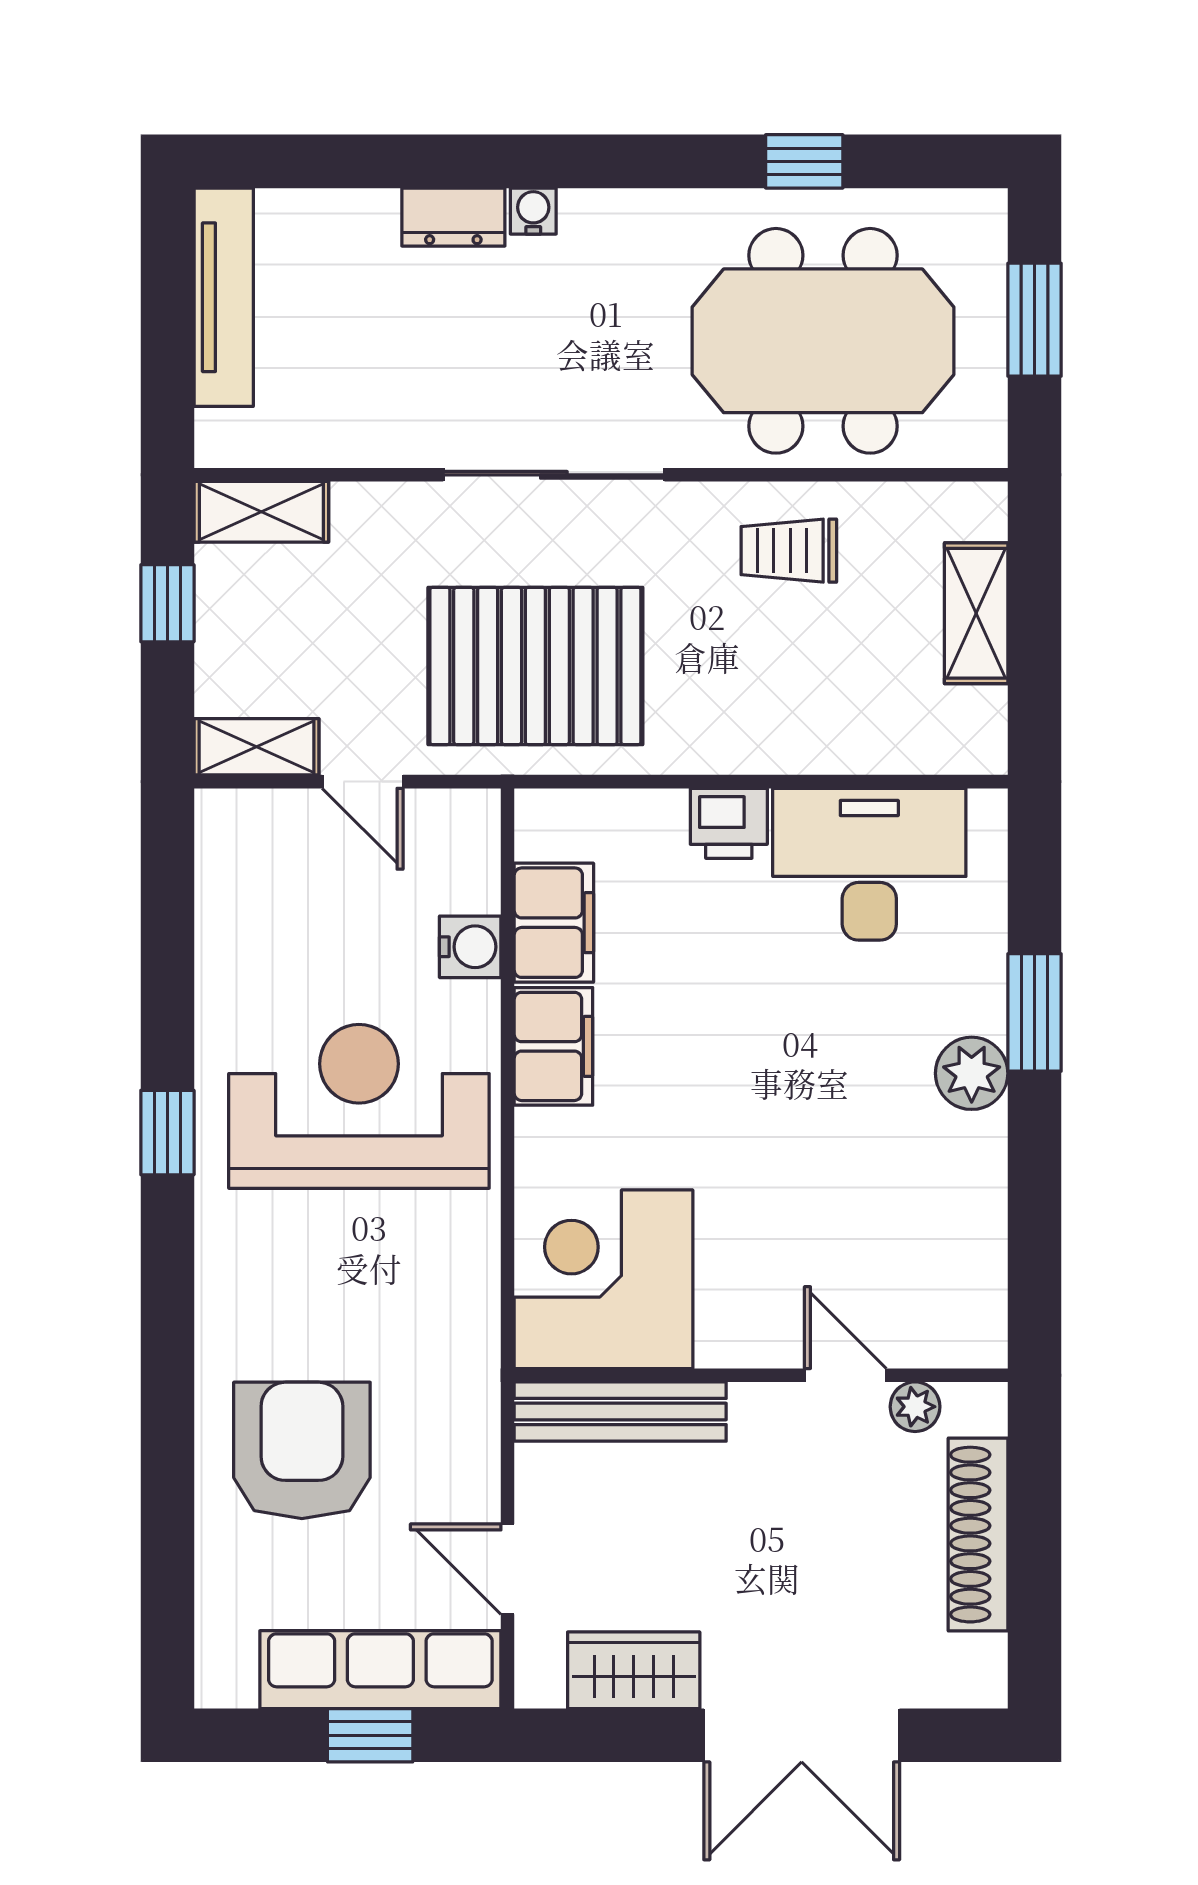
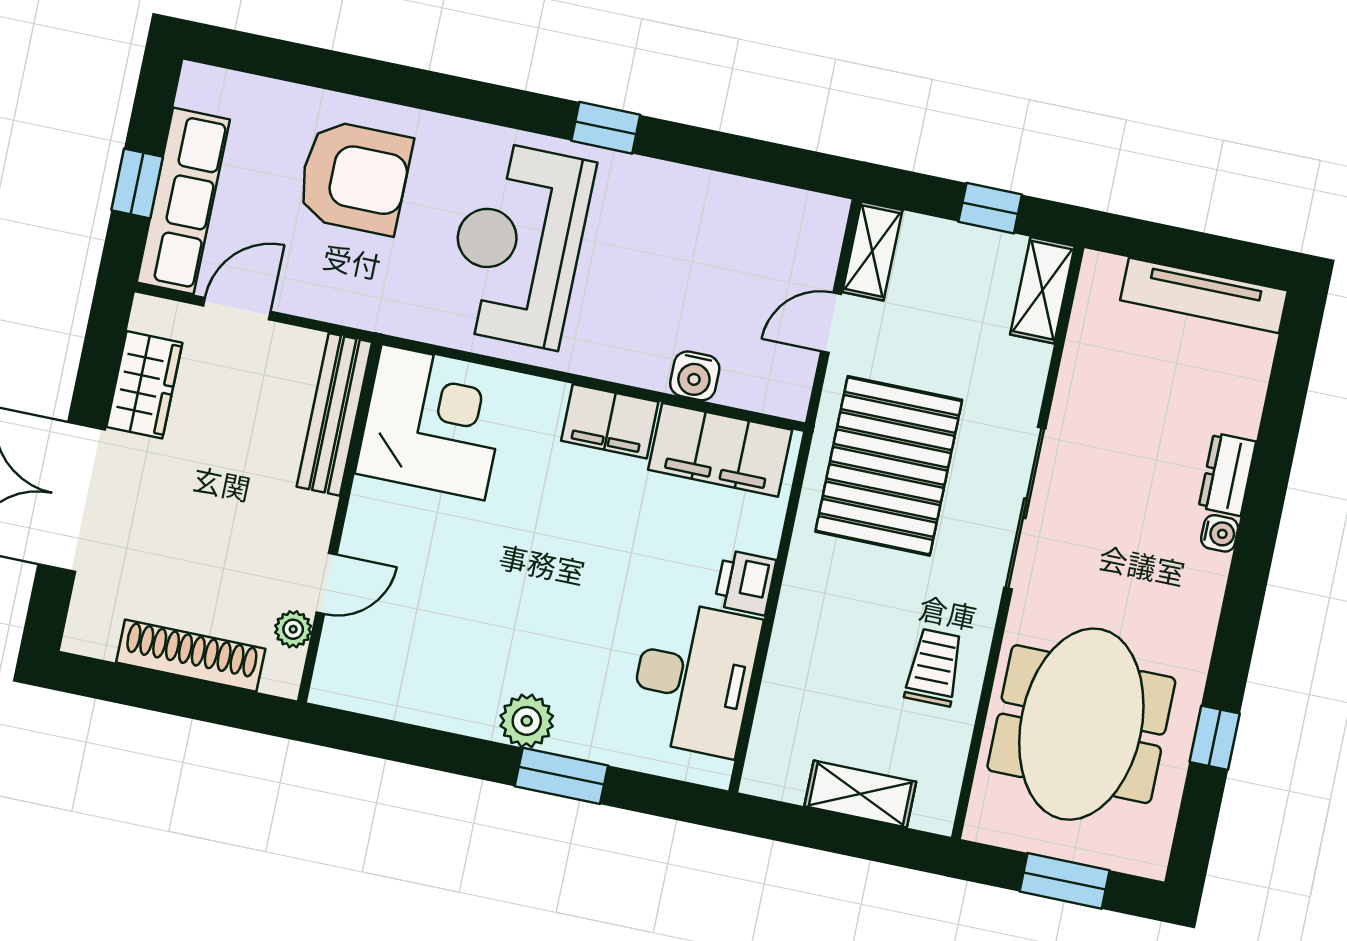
filing cabinet: (554, 923) -> (720, 450), width x1.50, depth x1.17
reception desk: (359, 1106) -> (518, 244), moved, turned 180

